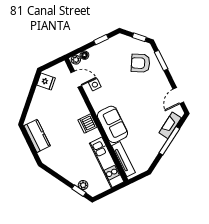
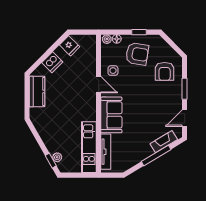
window: (139, 37) -> (175, 47), removed
armchair: (109, 60) -> (137, 54), added
window: (161, 60) -> (185, 89), moved
armchair: (141, 63) -> (165, 71), turned -119
door: (76, 79) -> (99, 85), moved
dishwasher: (88, 124) -> (52, 62), moved, turned -135

